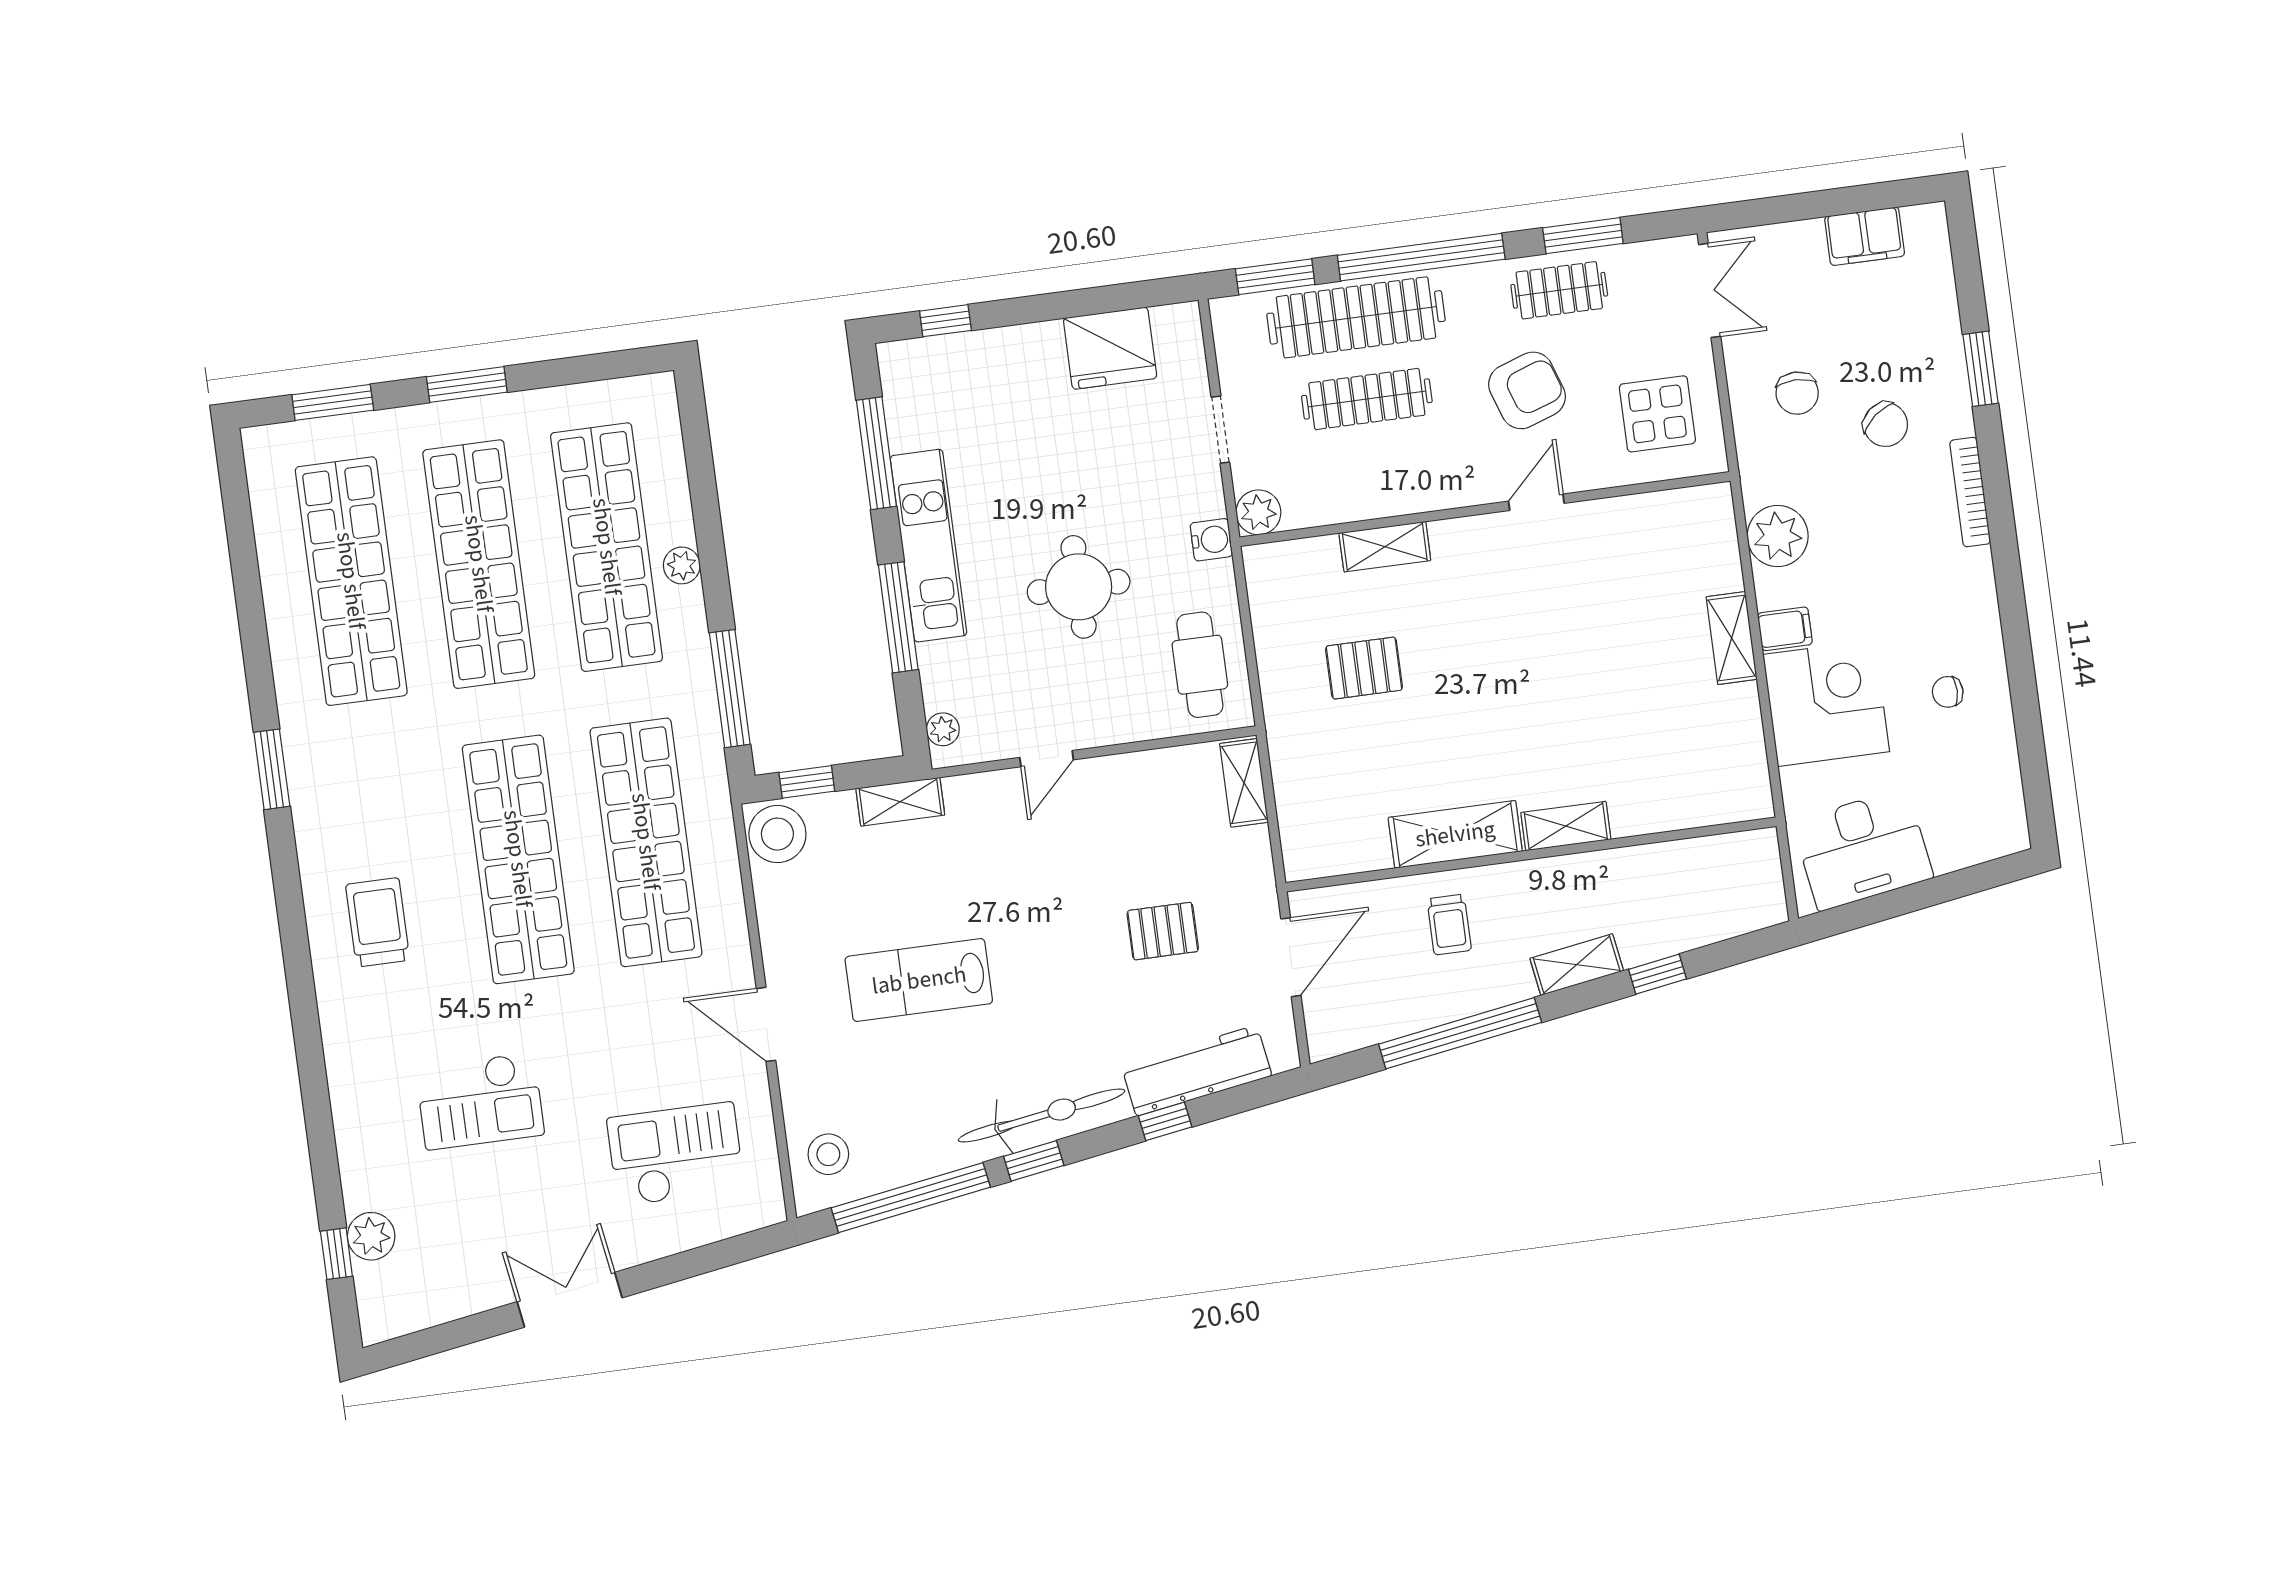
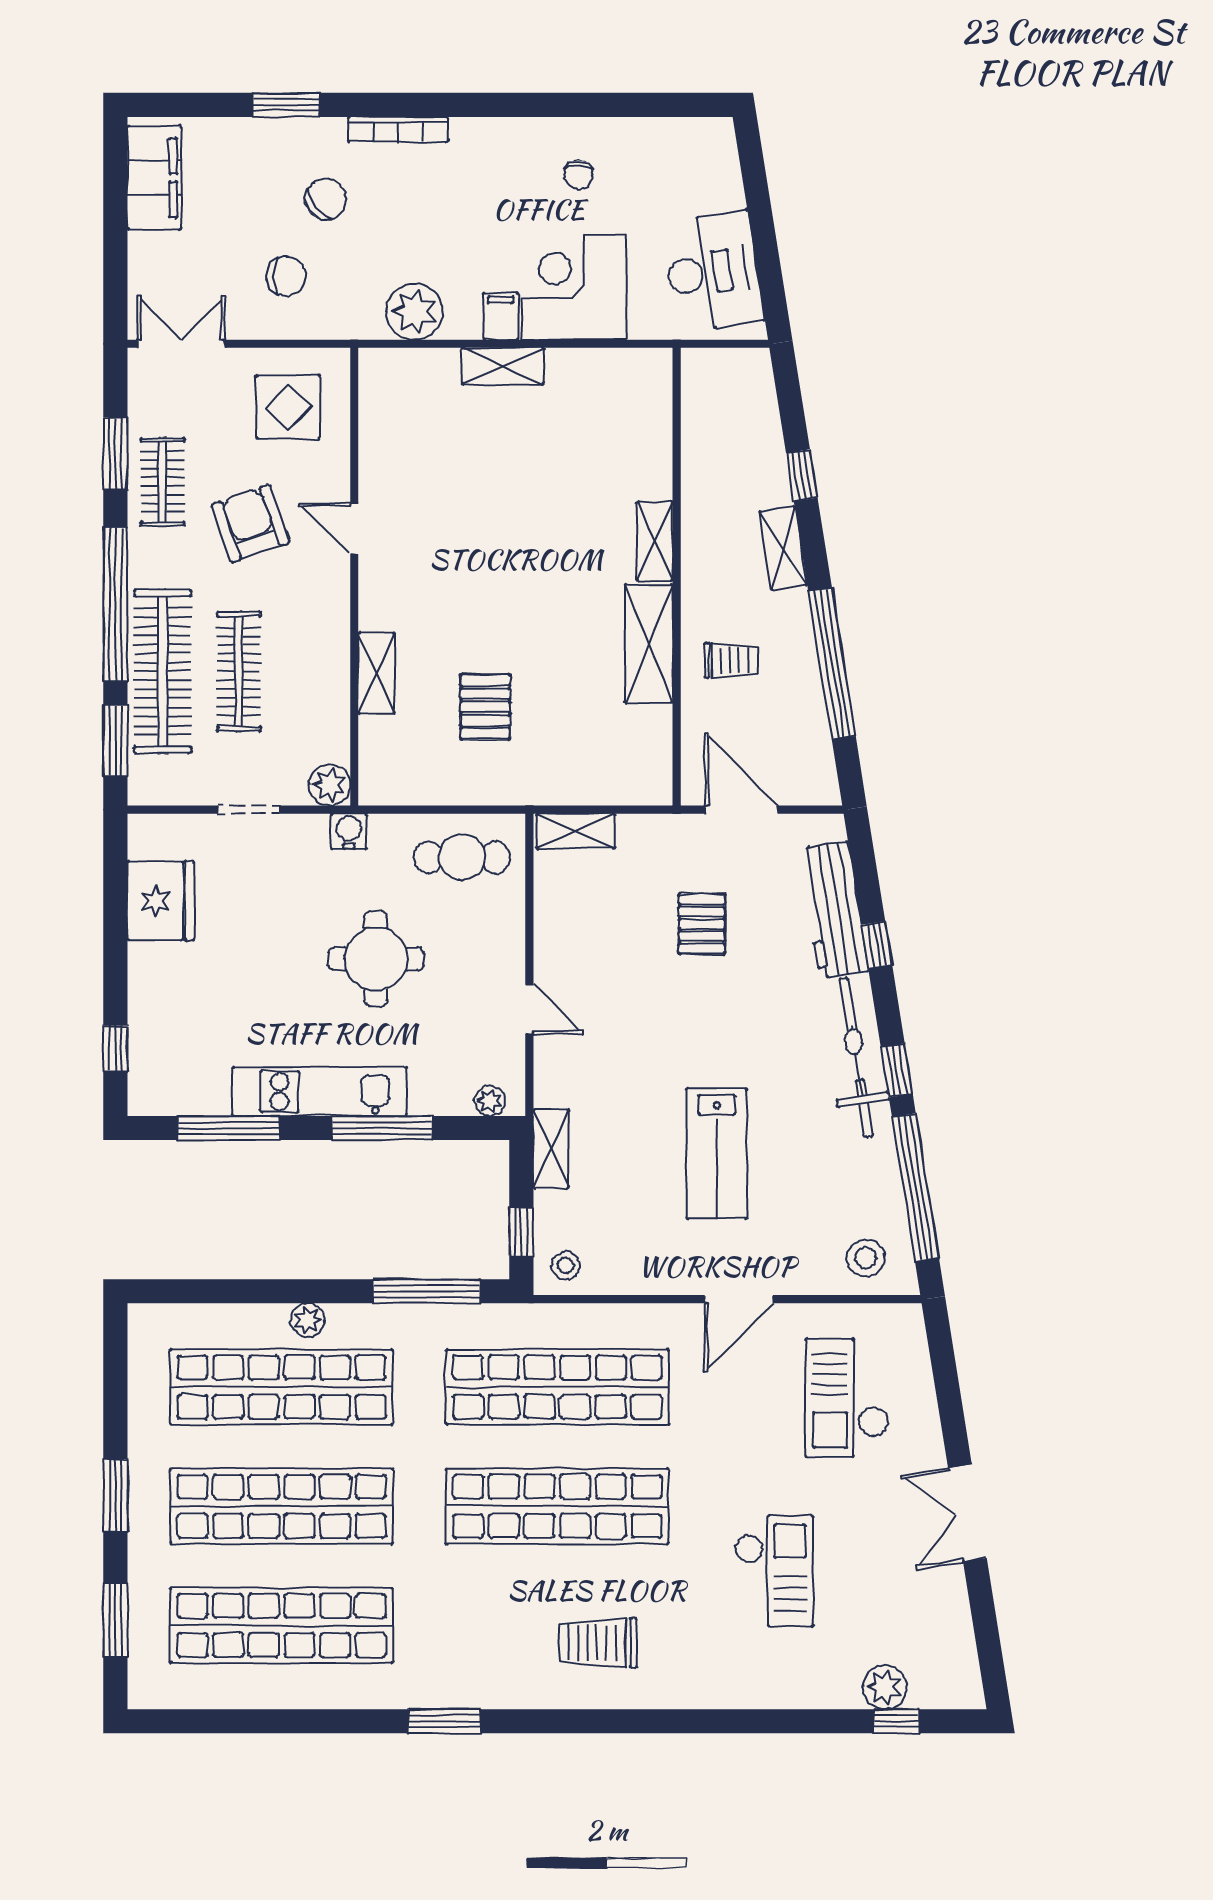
filing cabinet: (1865, 236) -> (154, 178), width x1.50, depth x1.17
stool: (777, 834) -> (566, 1265), width x0.53, depth x0.53

